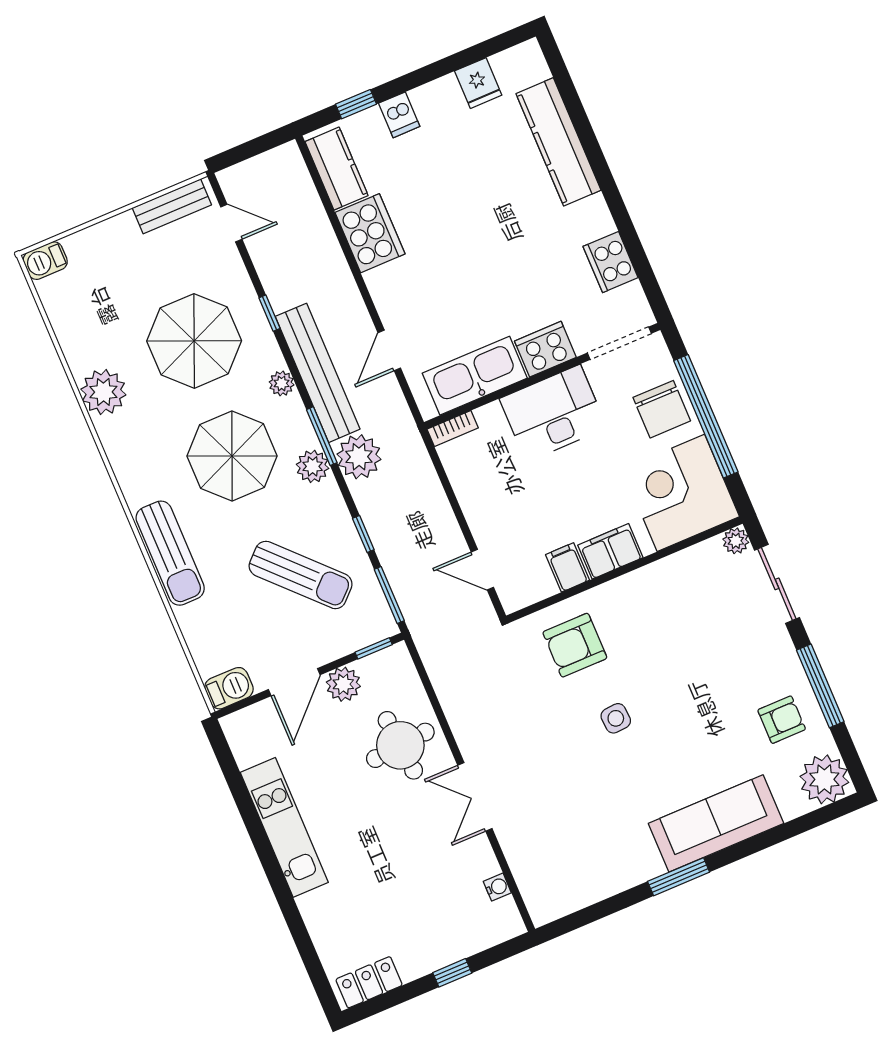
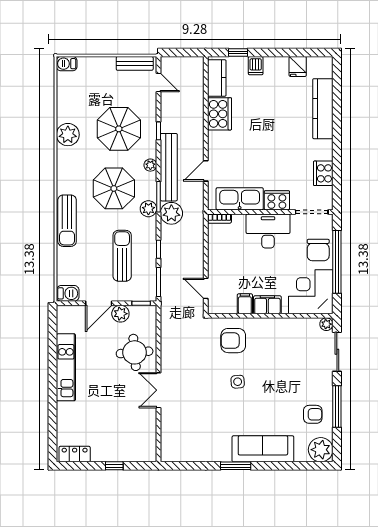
sun lounger: (301, 575) -> (122, 256), turned -136
water cooler: (497, 887) -> (151, 436), removed

